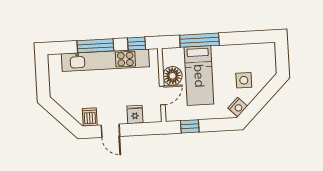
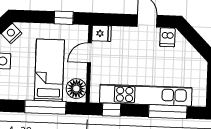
window: (95, 46) -> (168, 112), moved
floor lamp: (173, 76) -> (76, 89), moved
fridge: (135, 114) -> (102, 33), moved, turned -90

